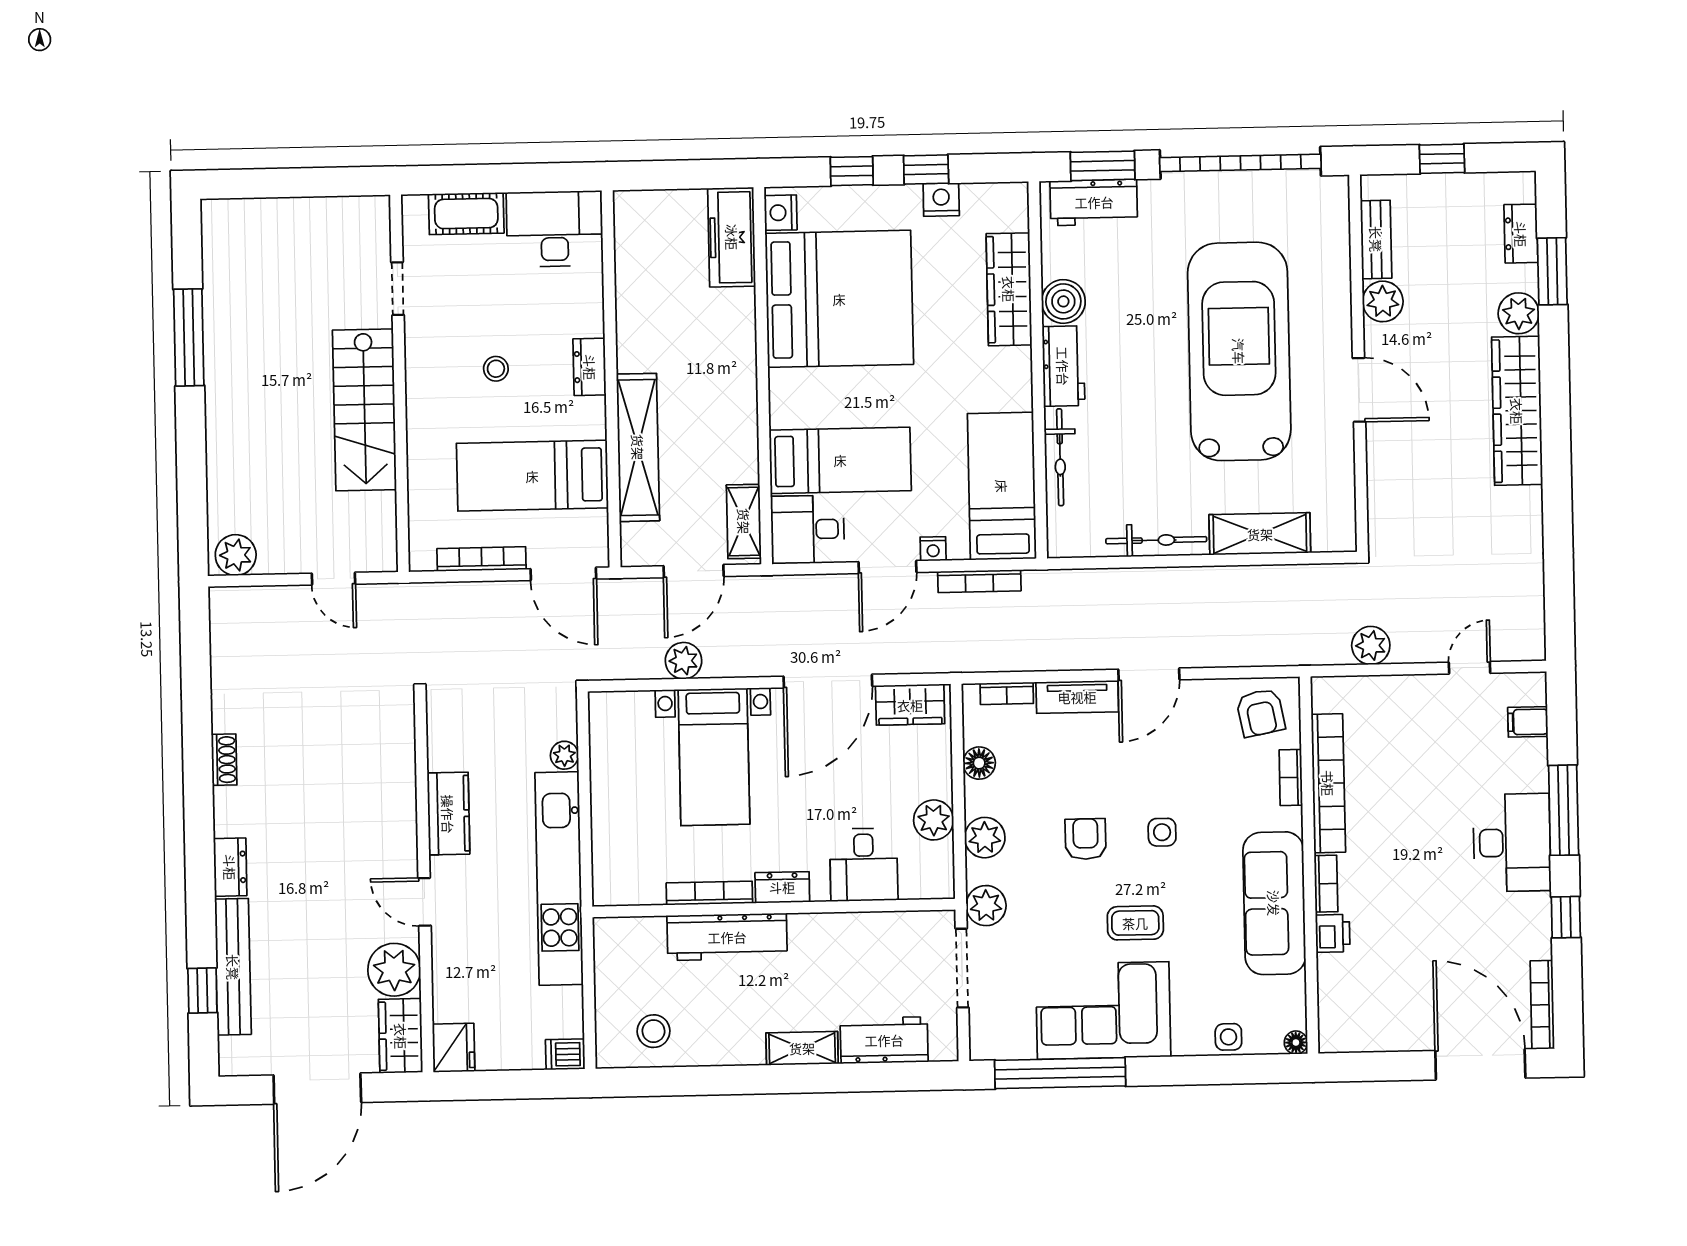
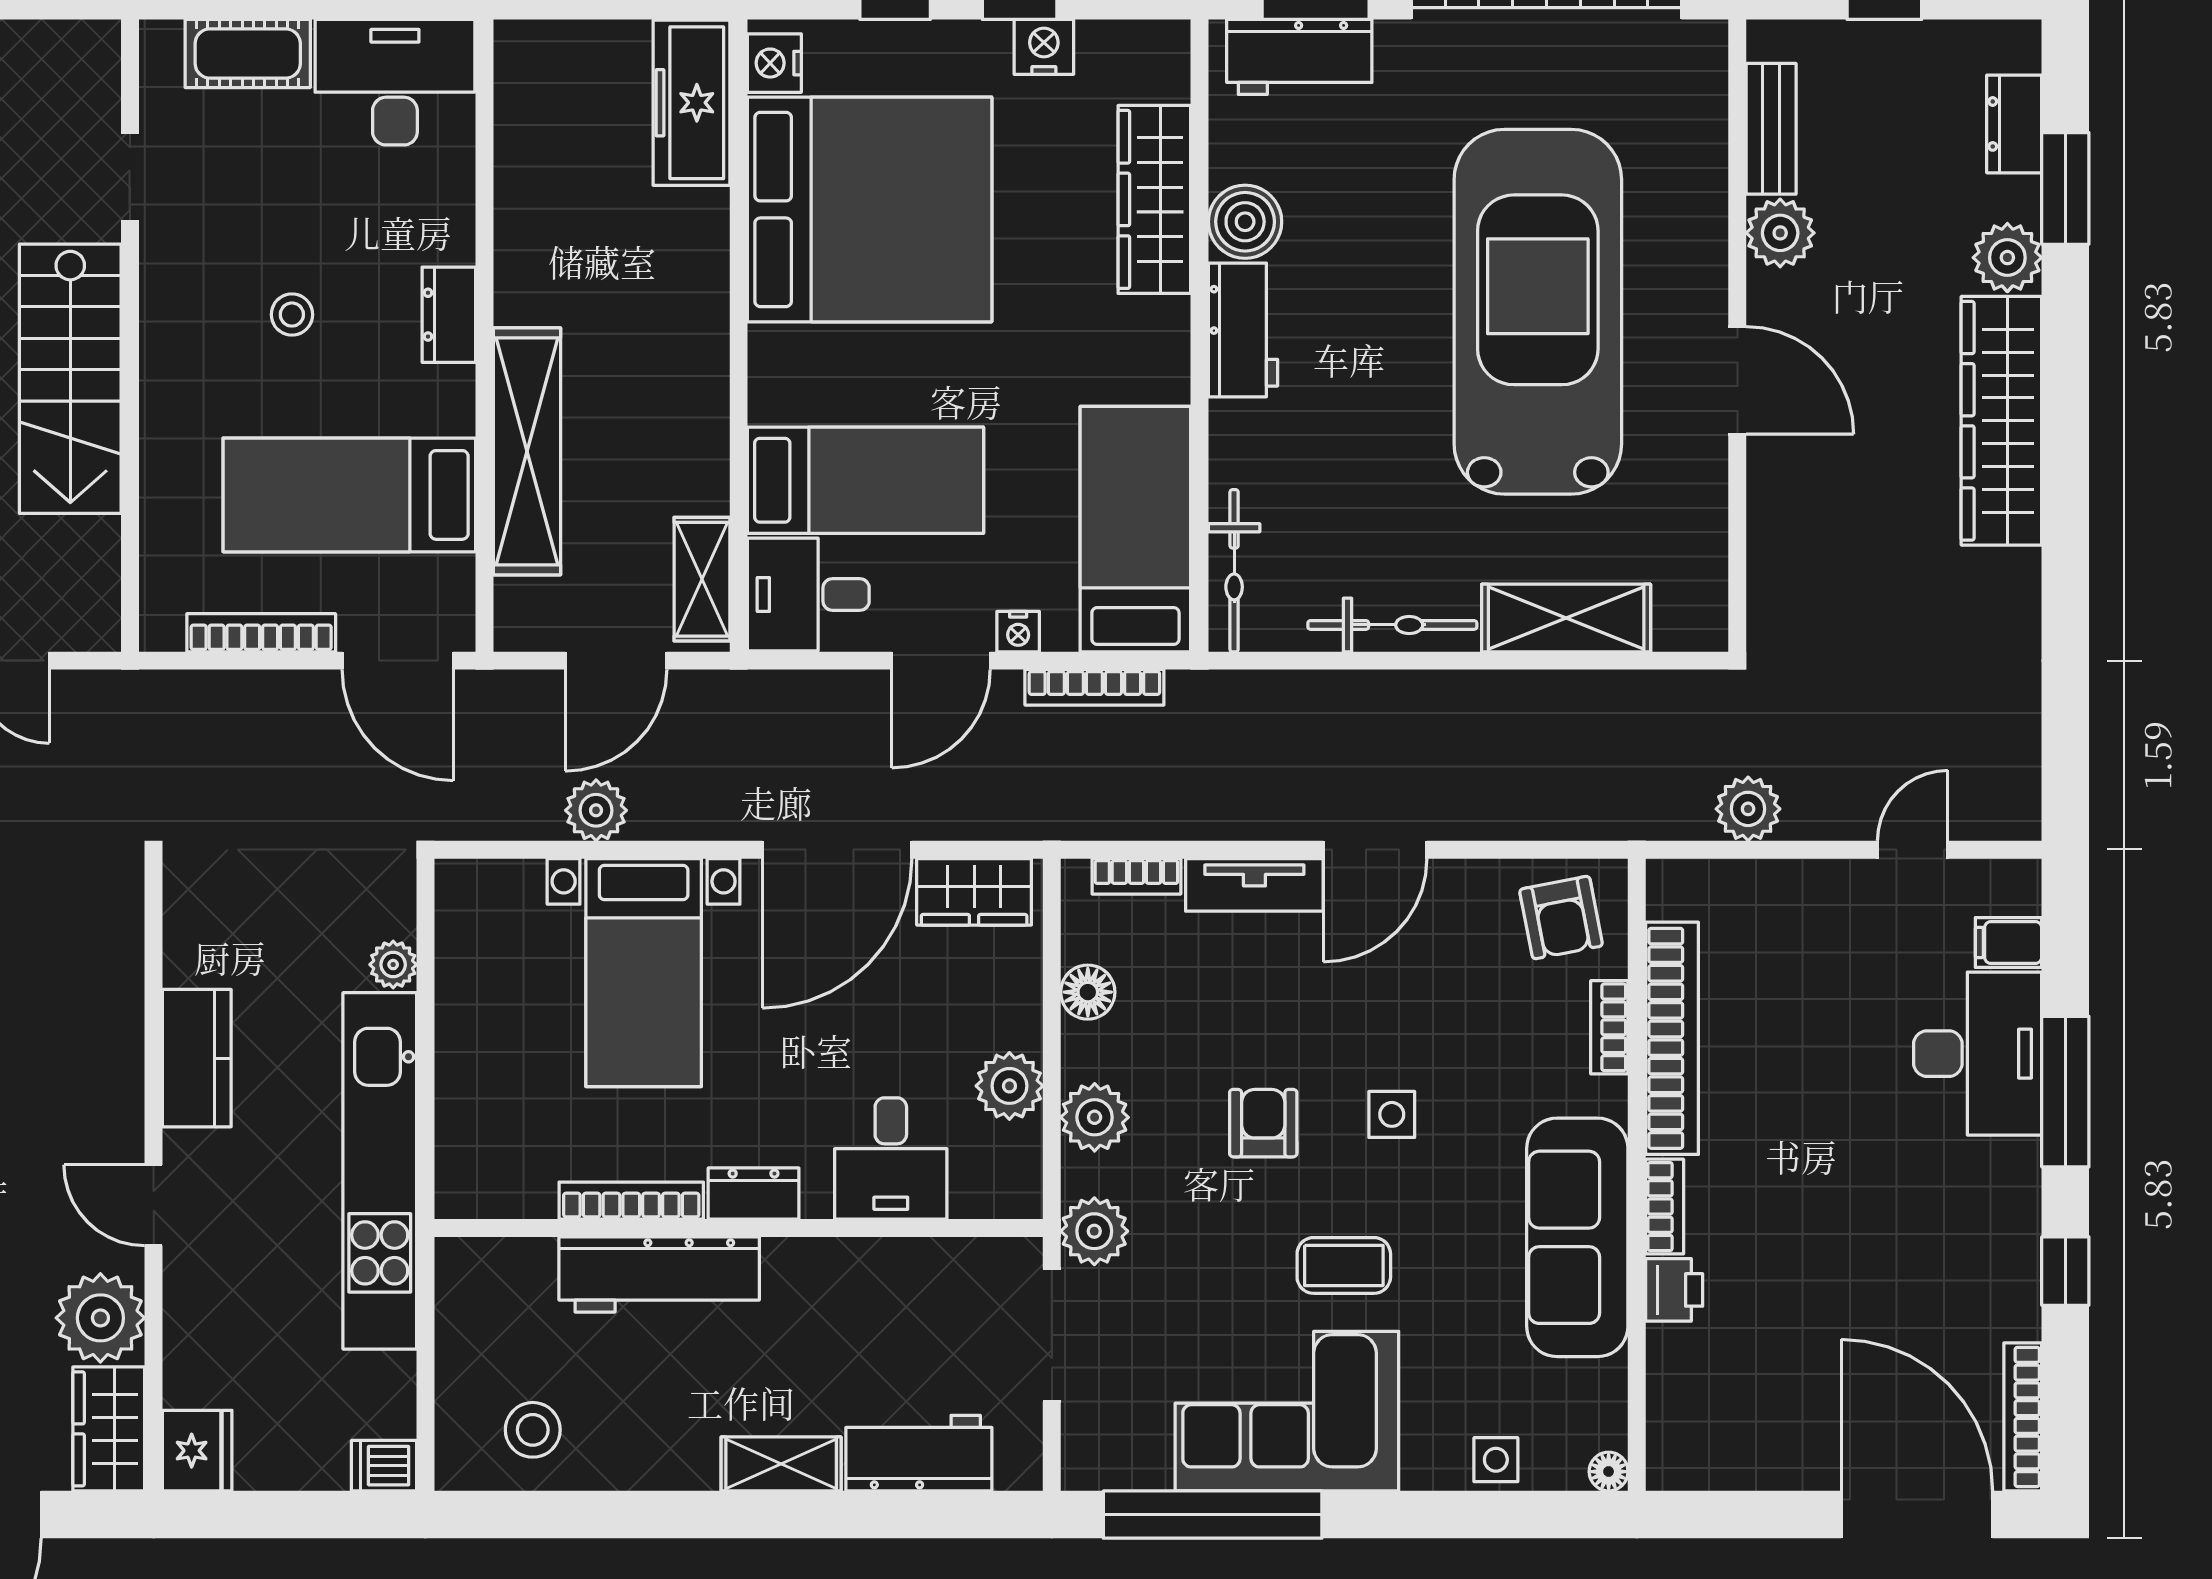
bicycle: (1060, 457) -> (1234, 571), moved
desk: (1512, 843) -> (1978, 1054), moved

